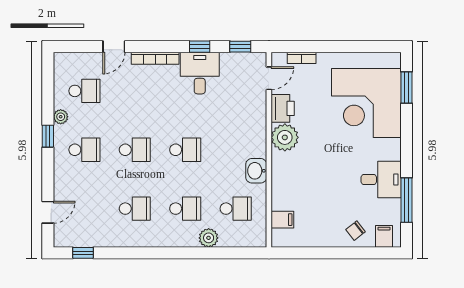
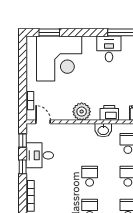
desk: (200, 73) -> (40, 155), moved
printer: (283, 108) -> (109, 113), moved

